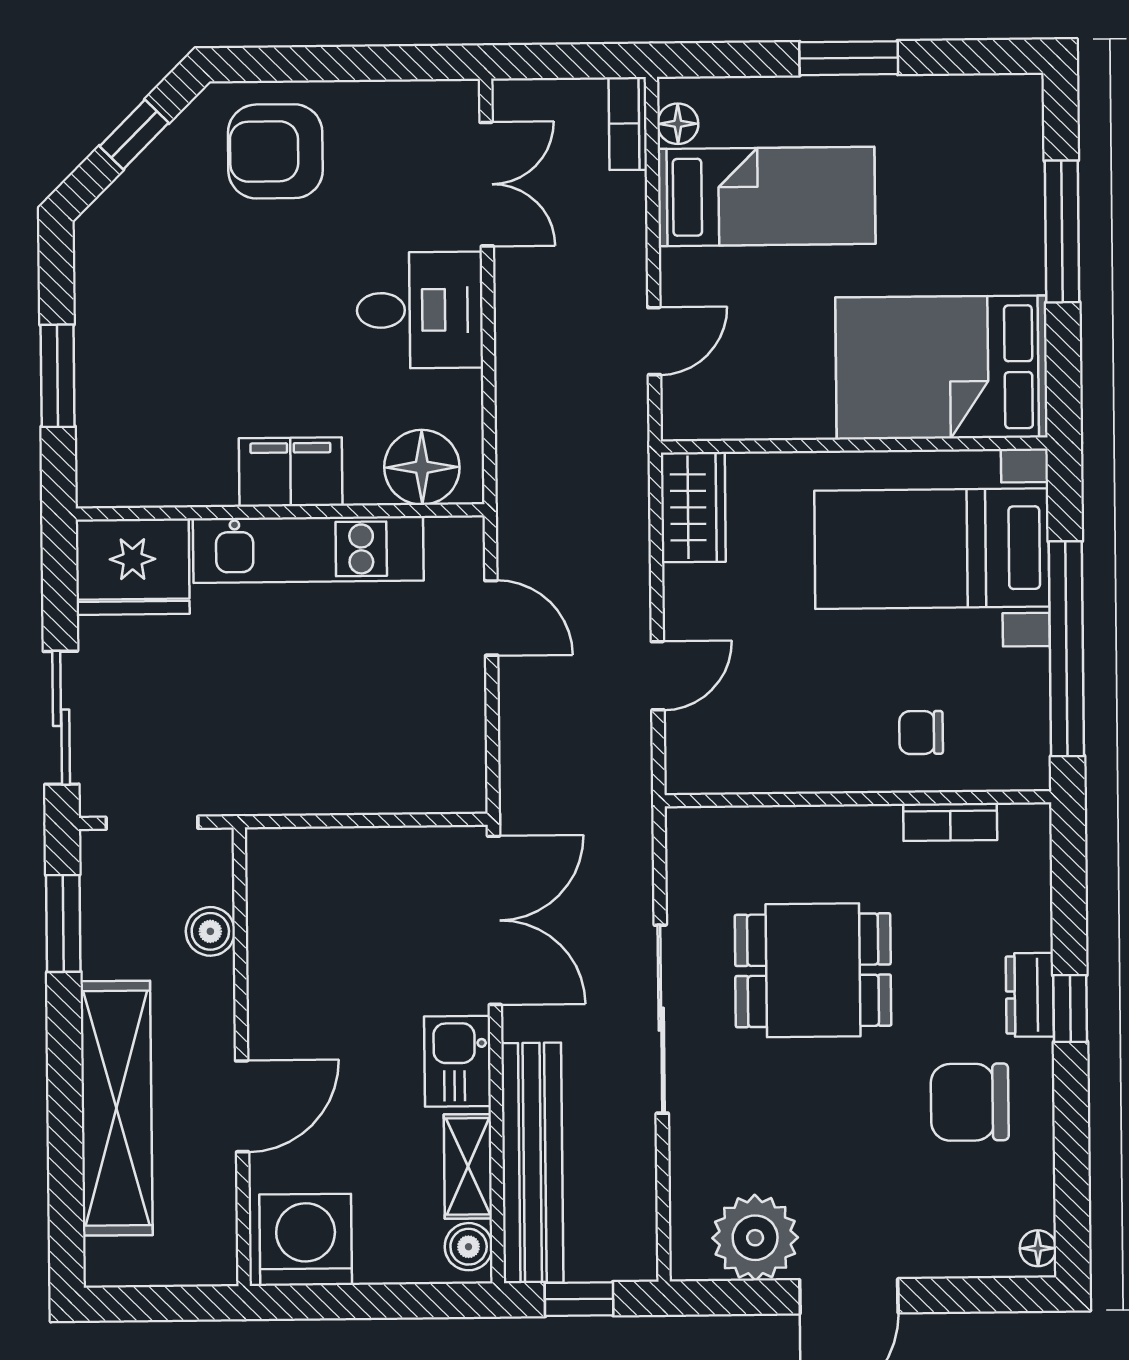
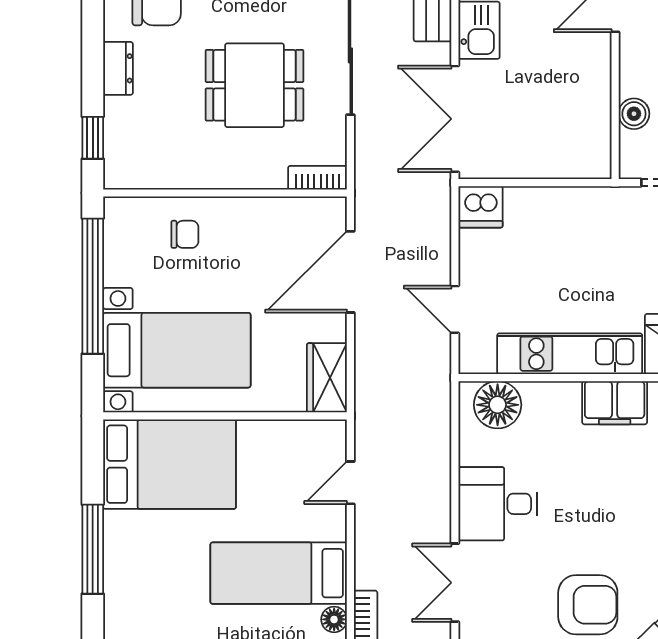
filing cabinet: (291, 472) -> (615, 403), moved
door: (658, 676) -> (350, 272), width x1.88
dishwasher: (452, 781) -> (481, 207), added
bookcase: (950, 822) -> (317, 178), moved
window: (1070, 1008) -> (93, 138), moved

